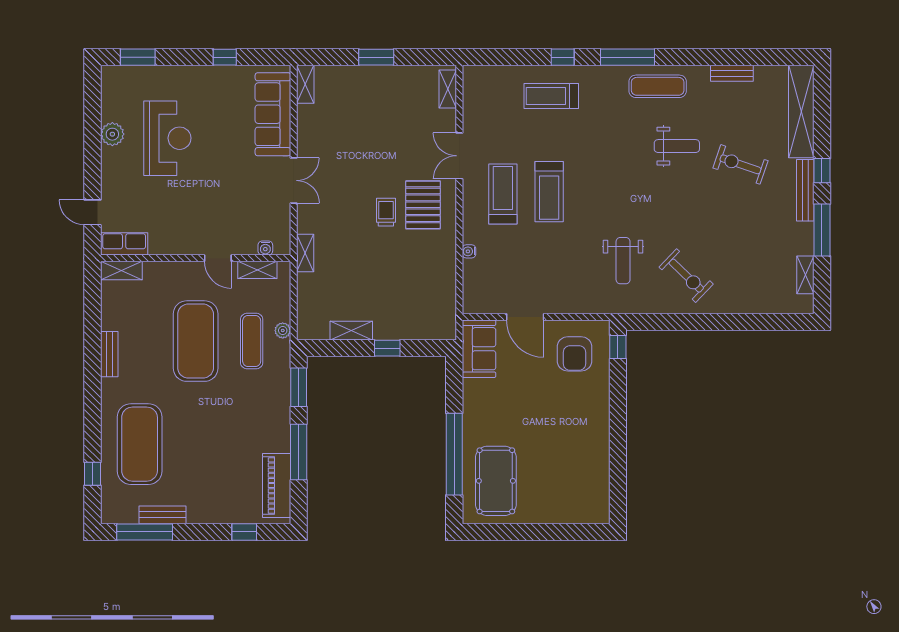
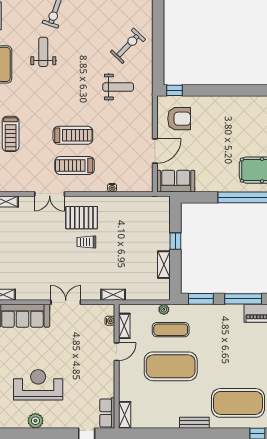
bench: (109, 354) -> (194, 423), moved

